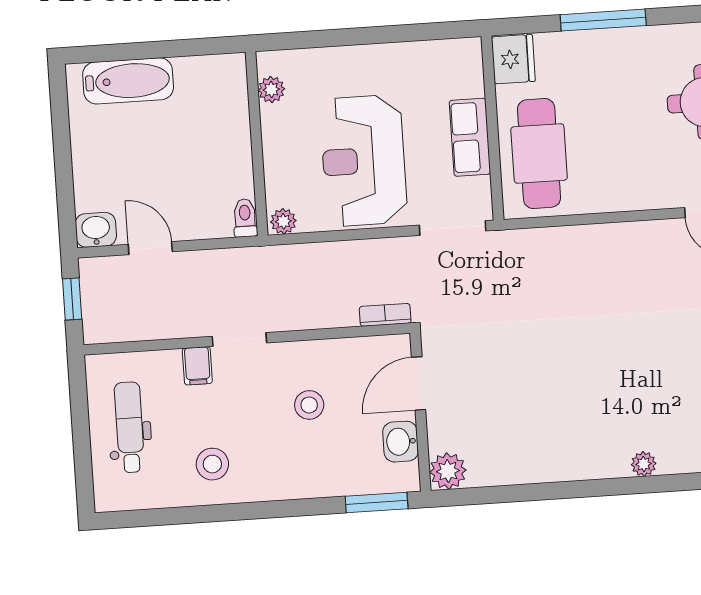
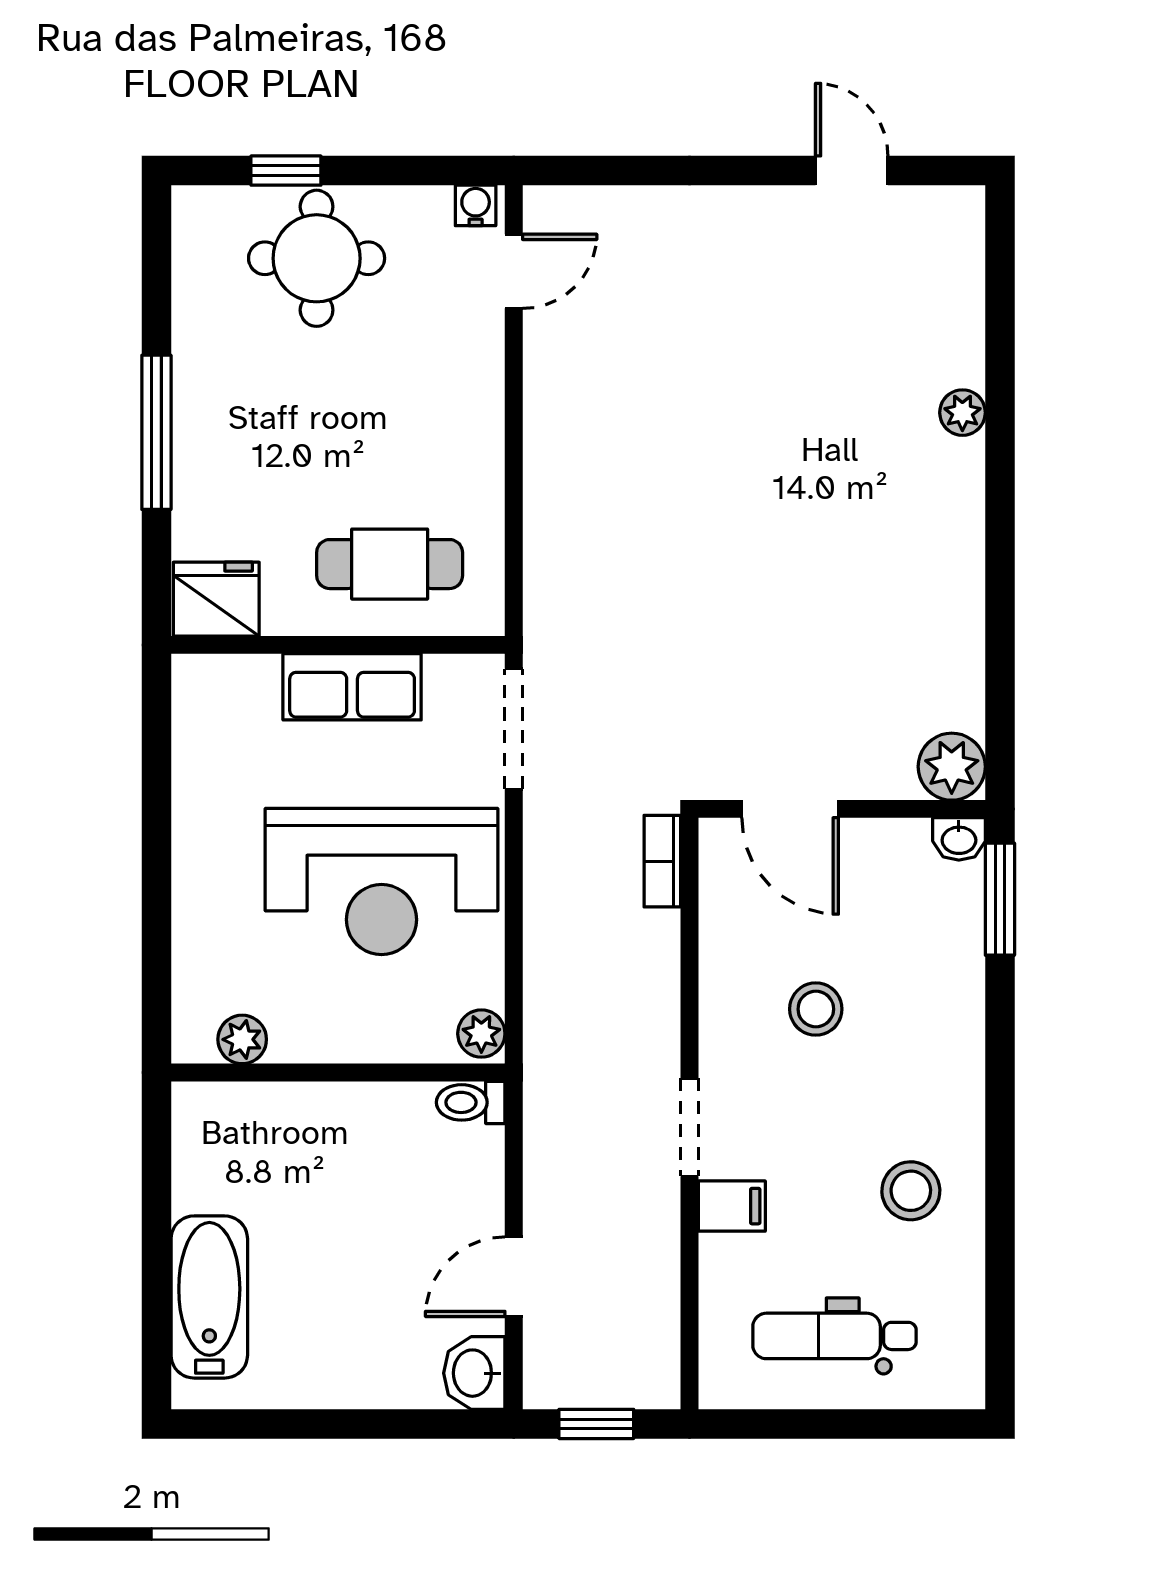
cafe table: (539, 153) -> (390, 564), width x0.73, depth x0.74
washbasin: (401, 442) -> (959, 839), moved, width x0.72, depth x0.69

